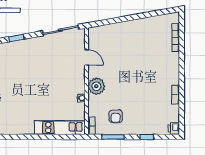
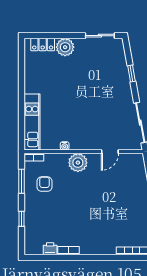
armchair: (116, 116) -> (44, 184), turned 90
printer: (174, 129) -> (50, 249), moved

